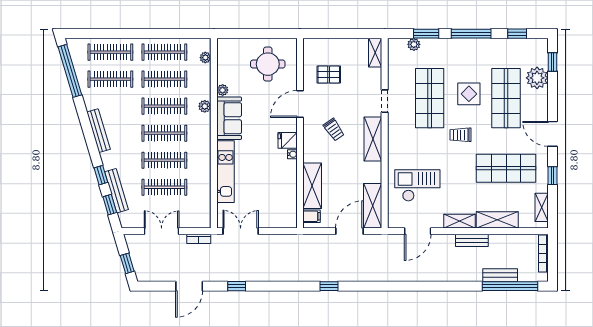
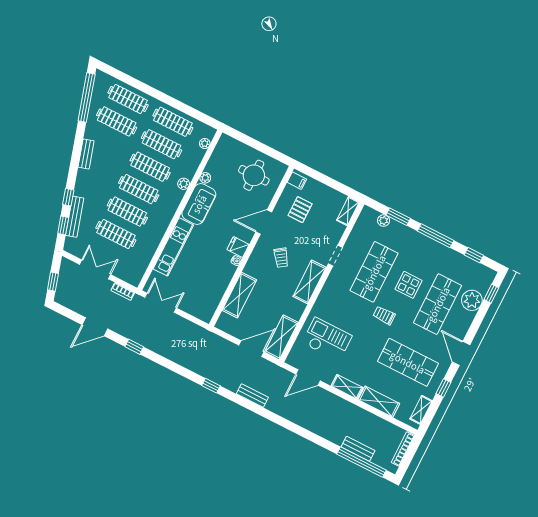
pallet: (329, 75) -> (300, 210), turned 90
bench: (99, 131) -> (86, 154), width x0.73
filing cabinet: (312, 216) -> (297, 181), moved
bench: (472, 240) -> (252, 396), moved

